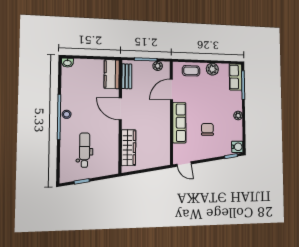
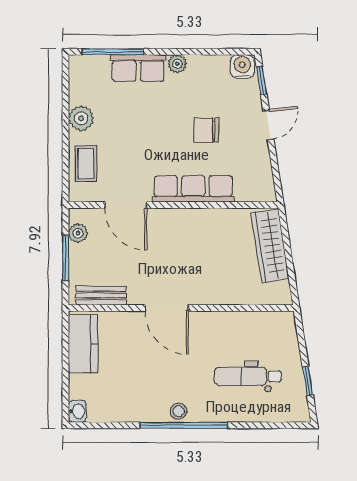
kitchen counter: (112, 74) -> (83, 344), moved, turned -90
row of seats: (236, 77) -> (138, 68), moved
door: (120, 109) -> (167, 308), hinge flipped
wardrobe: (129, 148) -> (270, 246), moved, turned -99
door: (184, 164) -> (268, 125), moved

